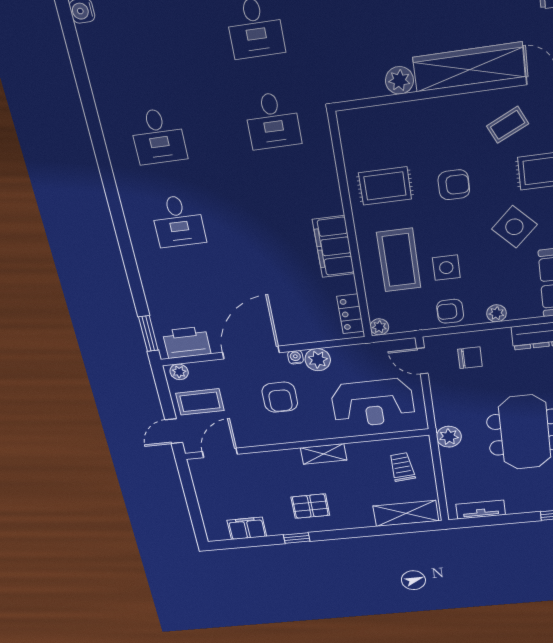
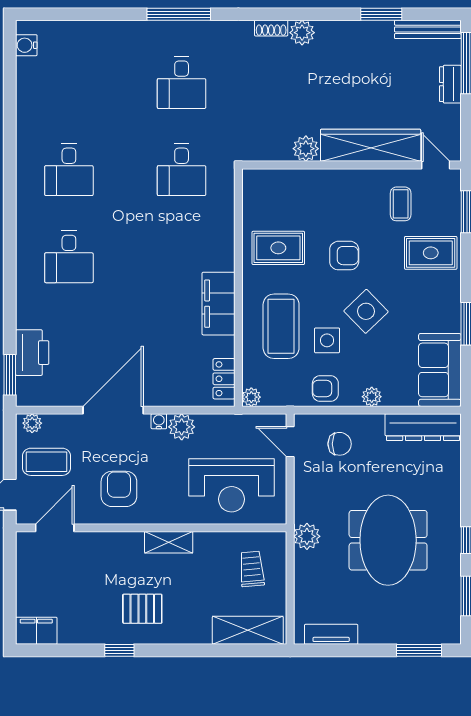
coffee table: (508, 125) -> (401, 204), turned -64
side table: (514, 227) -> (366, 311), moved
printer: (187, 343) -> (32, 353), moved, turned 90
armchair: (280, 397) -> (119, 489), moved, turned 180
filing cabinet: (247, 528) -> (36, 631), moved

